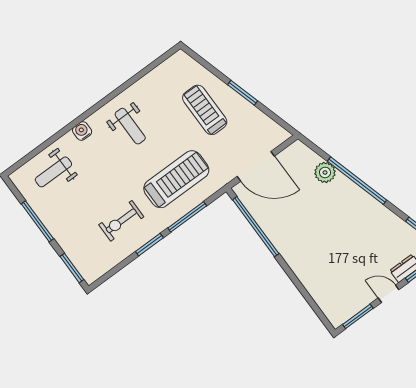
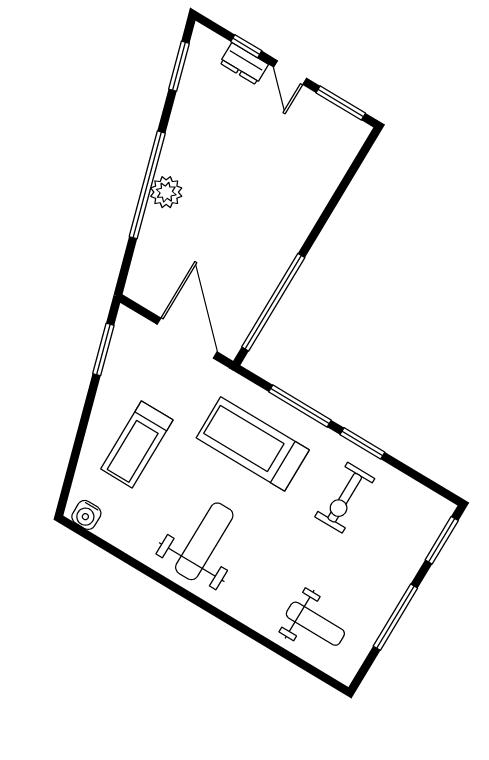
window: (243, 93) -> (103, 349), moved
weight bench: (130, 126) -> (204, 541), width x1.36, depth x1.33
water cooler: (82, 131) -> (86, 515), moved
plant: (325, 172) -> (166, 192), moved
exercise bike: (121, 221) -> (345, 498), turned 90

